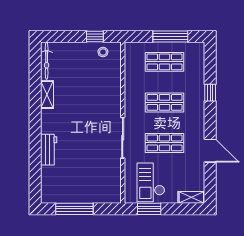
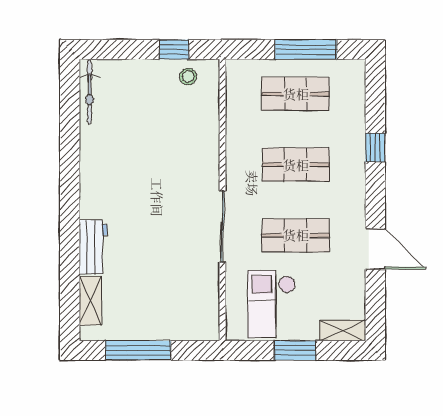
shelving: (47, 95) -> (90, 301), moved
window: (149, 209) -> (295, 350), moved

